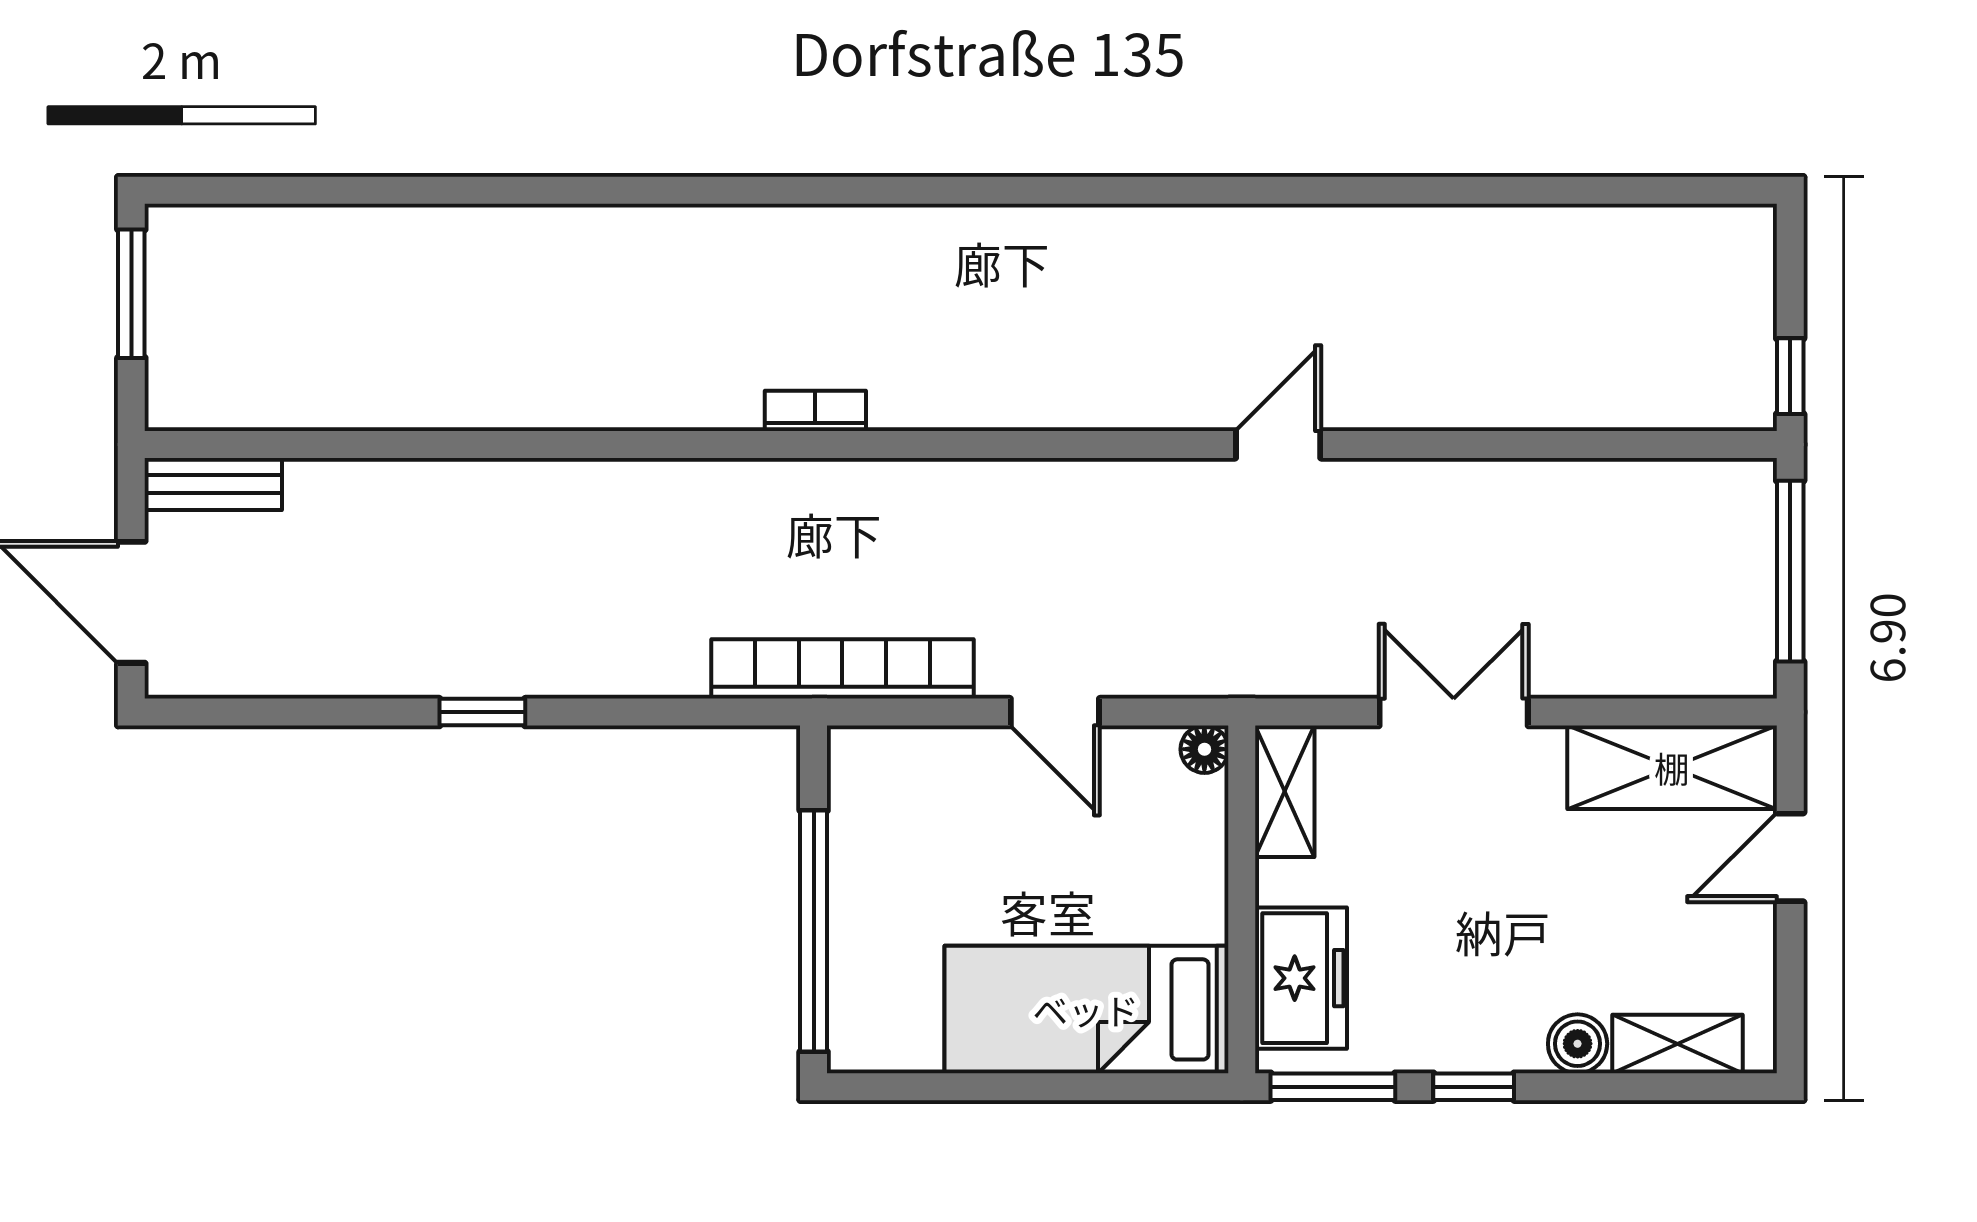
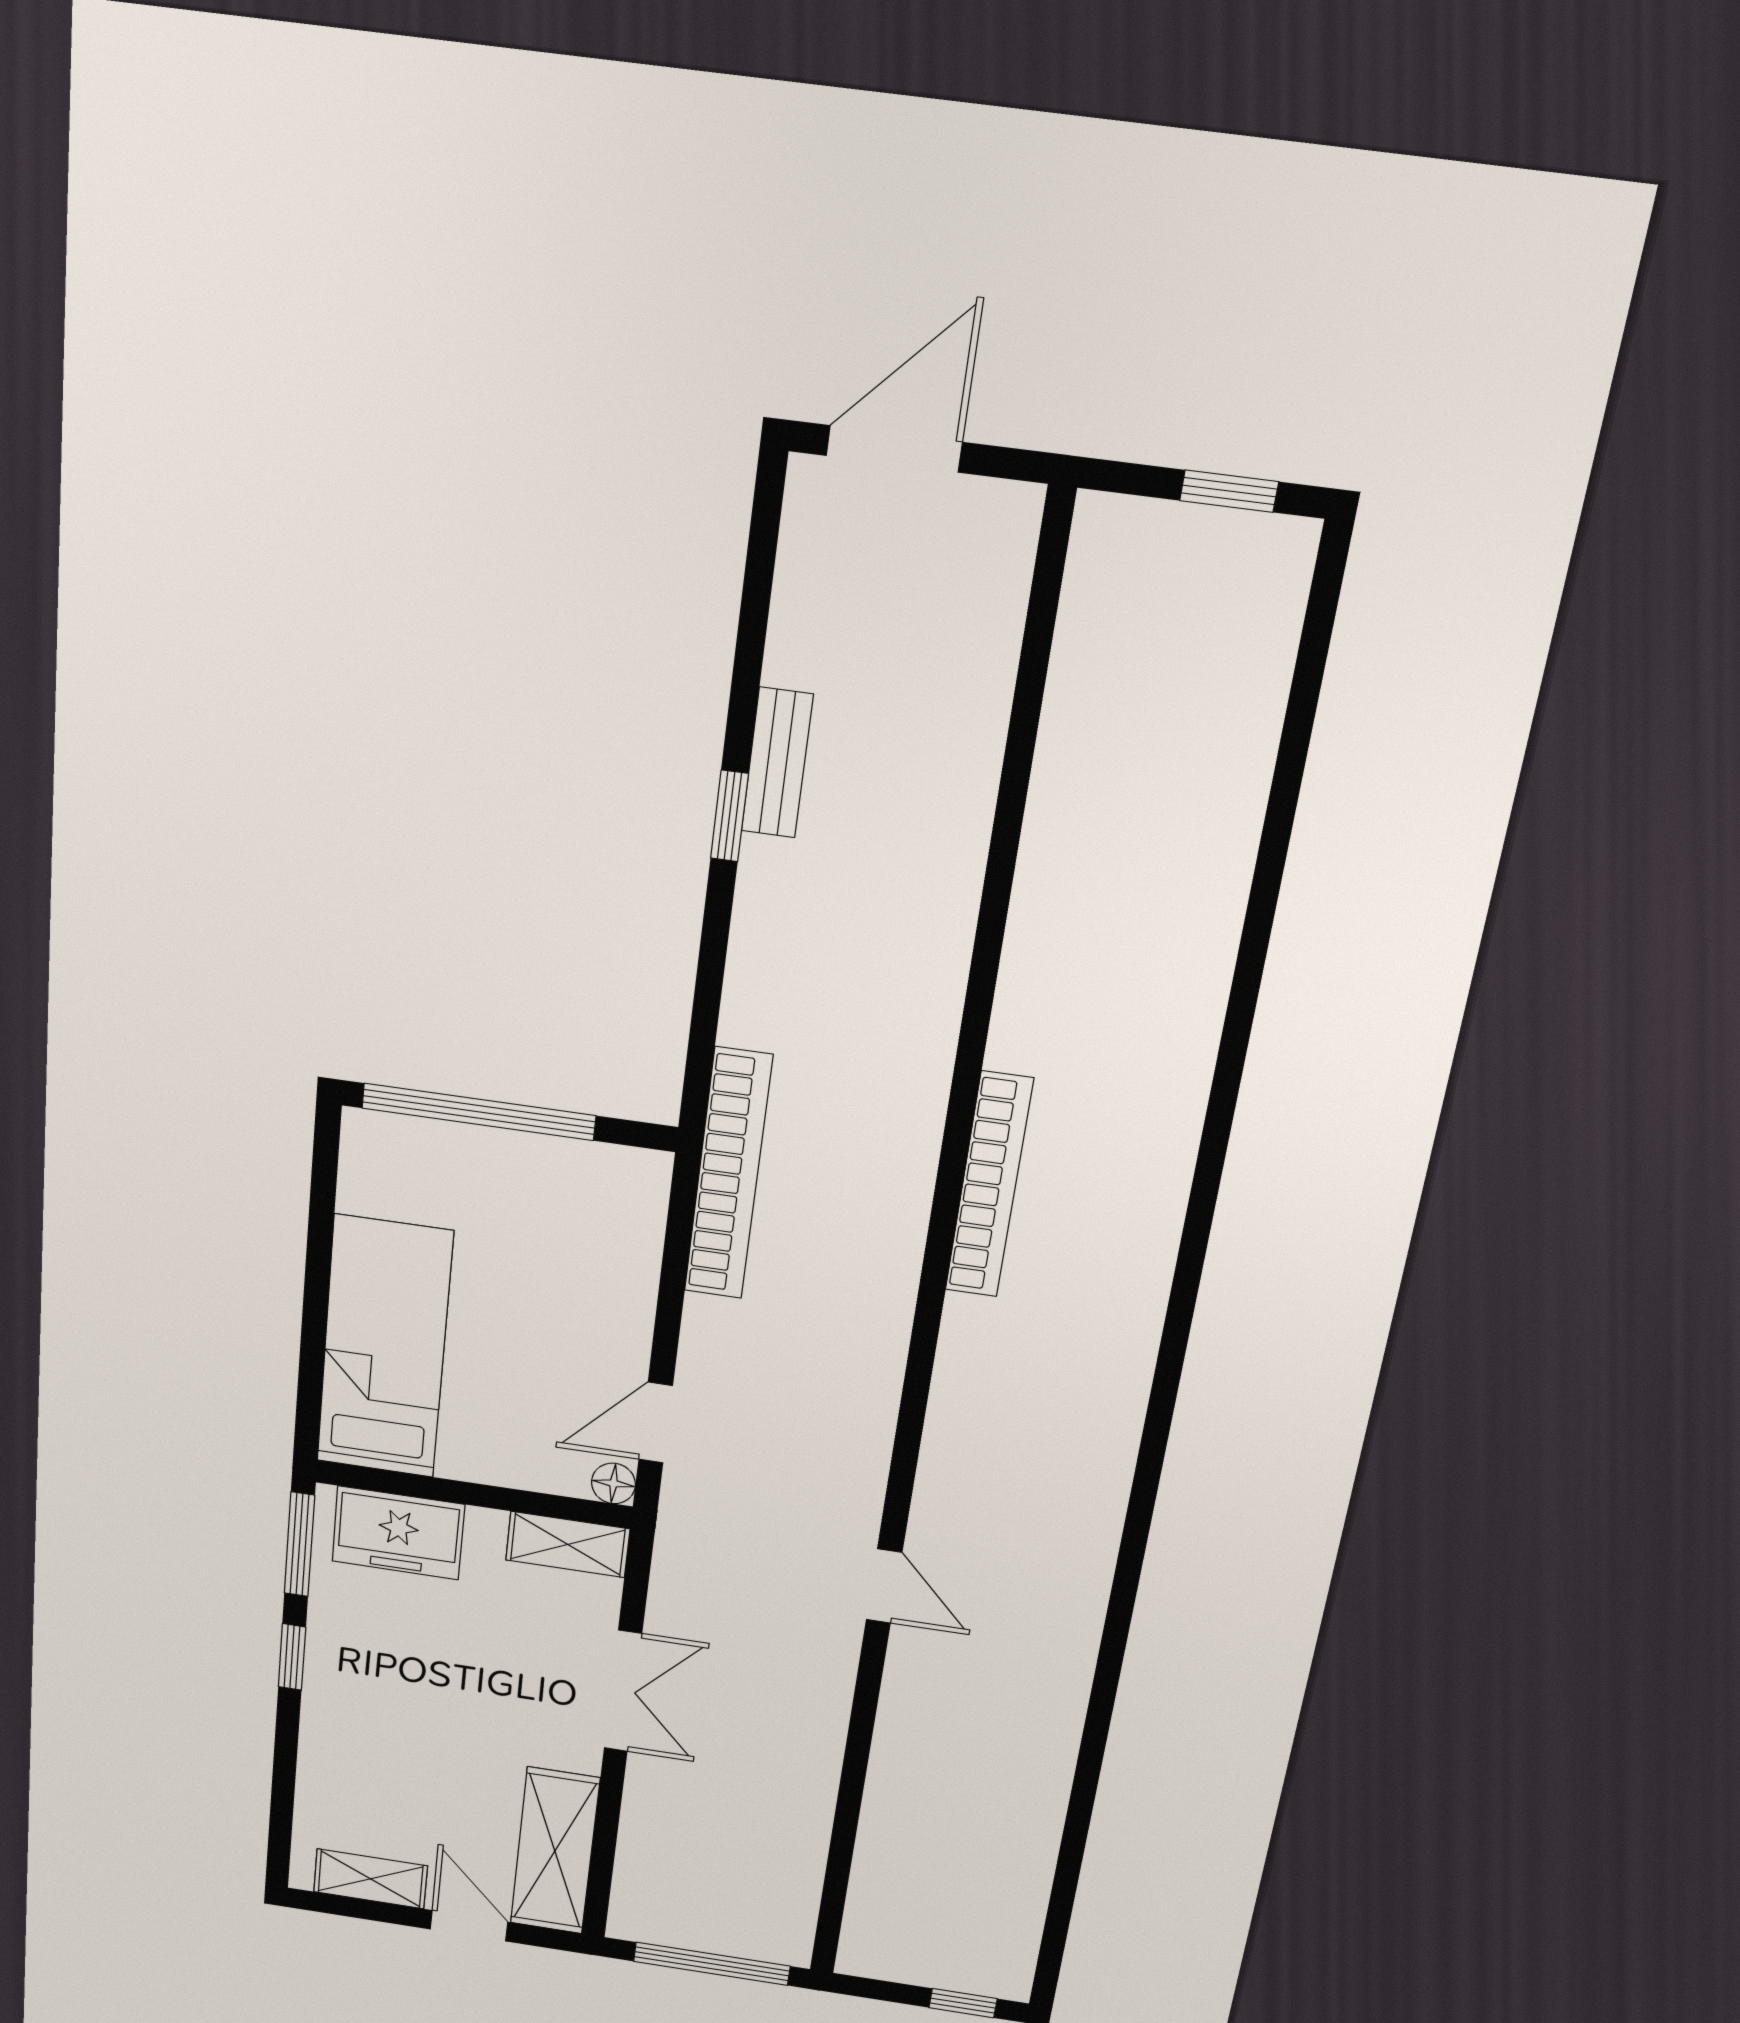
window: (131, 294) -> (1229, 491), width x0.67
window: (1790, 376) -> (963, 2003), moved
bookcase: (815, 411) -> (989, 1185), width x2.31, depth x1.31
bench: (213, 484) -> (777, 763), moved
door: (1055, 712) -> (656, 1423), moved
boiler: (1578, 1044) -> (324, 1743), removed
shelving: (1678, 1044) -> (370, 1879), moved, turned 90

